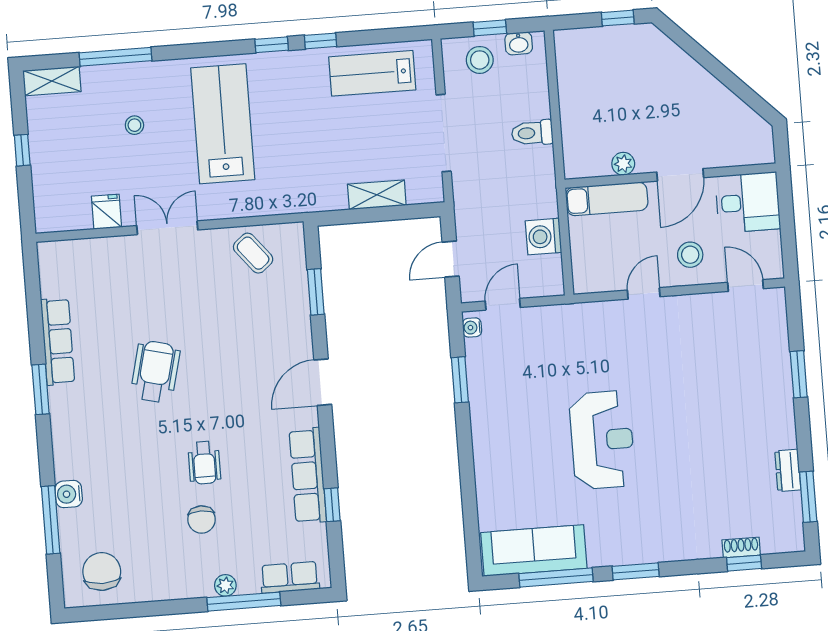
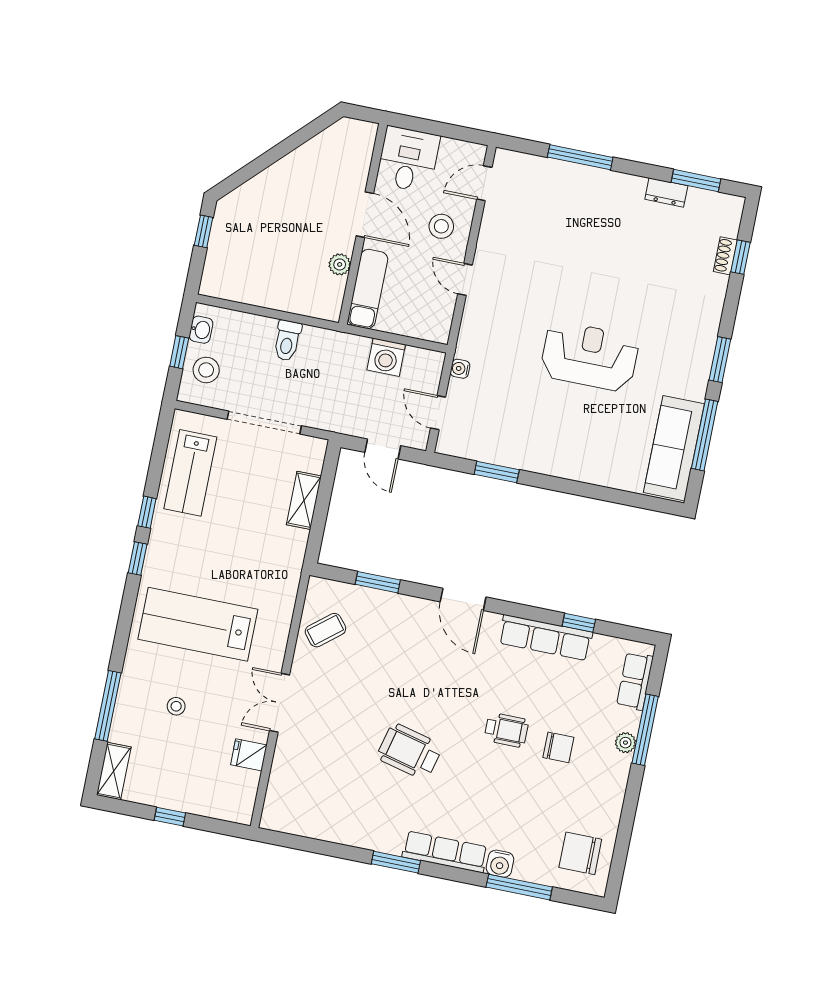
water cooler: (472, 327) -> (460, 369), moved, turned 90
row of seats: (58, 341) -> (445, 852), moved
window: (799, 374) -> (580, 157), width x1.44

